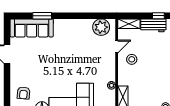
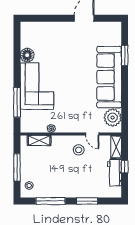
window: (158, 16) -> (125, 167), moved
sofa: (32, 28) -> (109, 77), moved, width x1.36, depth x1.27
armchair: (24, 93) -> (43, 36), removed

